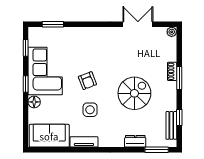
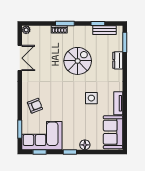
double door: (138, 24) -> (20, 58), swing flipped
corner sofa: (45, 71) -> (42, 136), moved
armchair: (87, 81) -> (35, 106), moved
spiral stairs: (134, 93) -> (78, 61), turned 90

